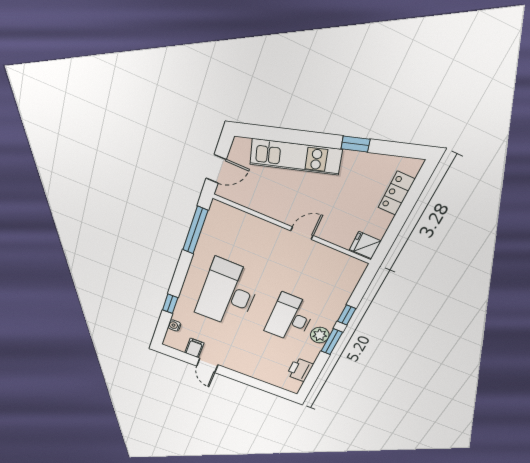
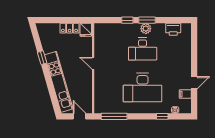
kitchen unit: (296, 157) -> (59, 82), width x1.36
locker: (397, 193) -> (70, 28), moved

